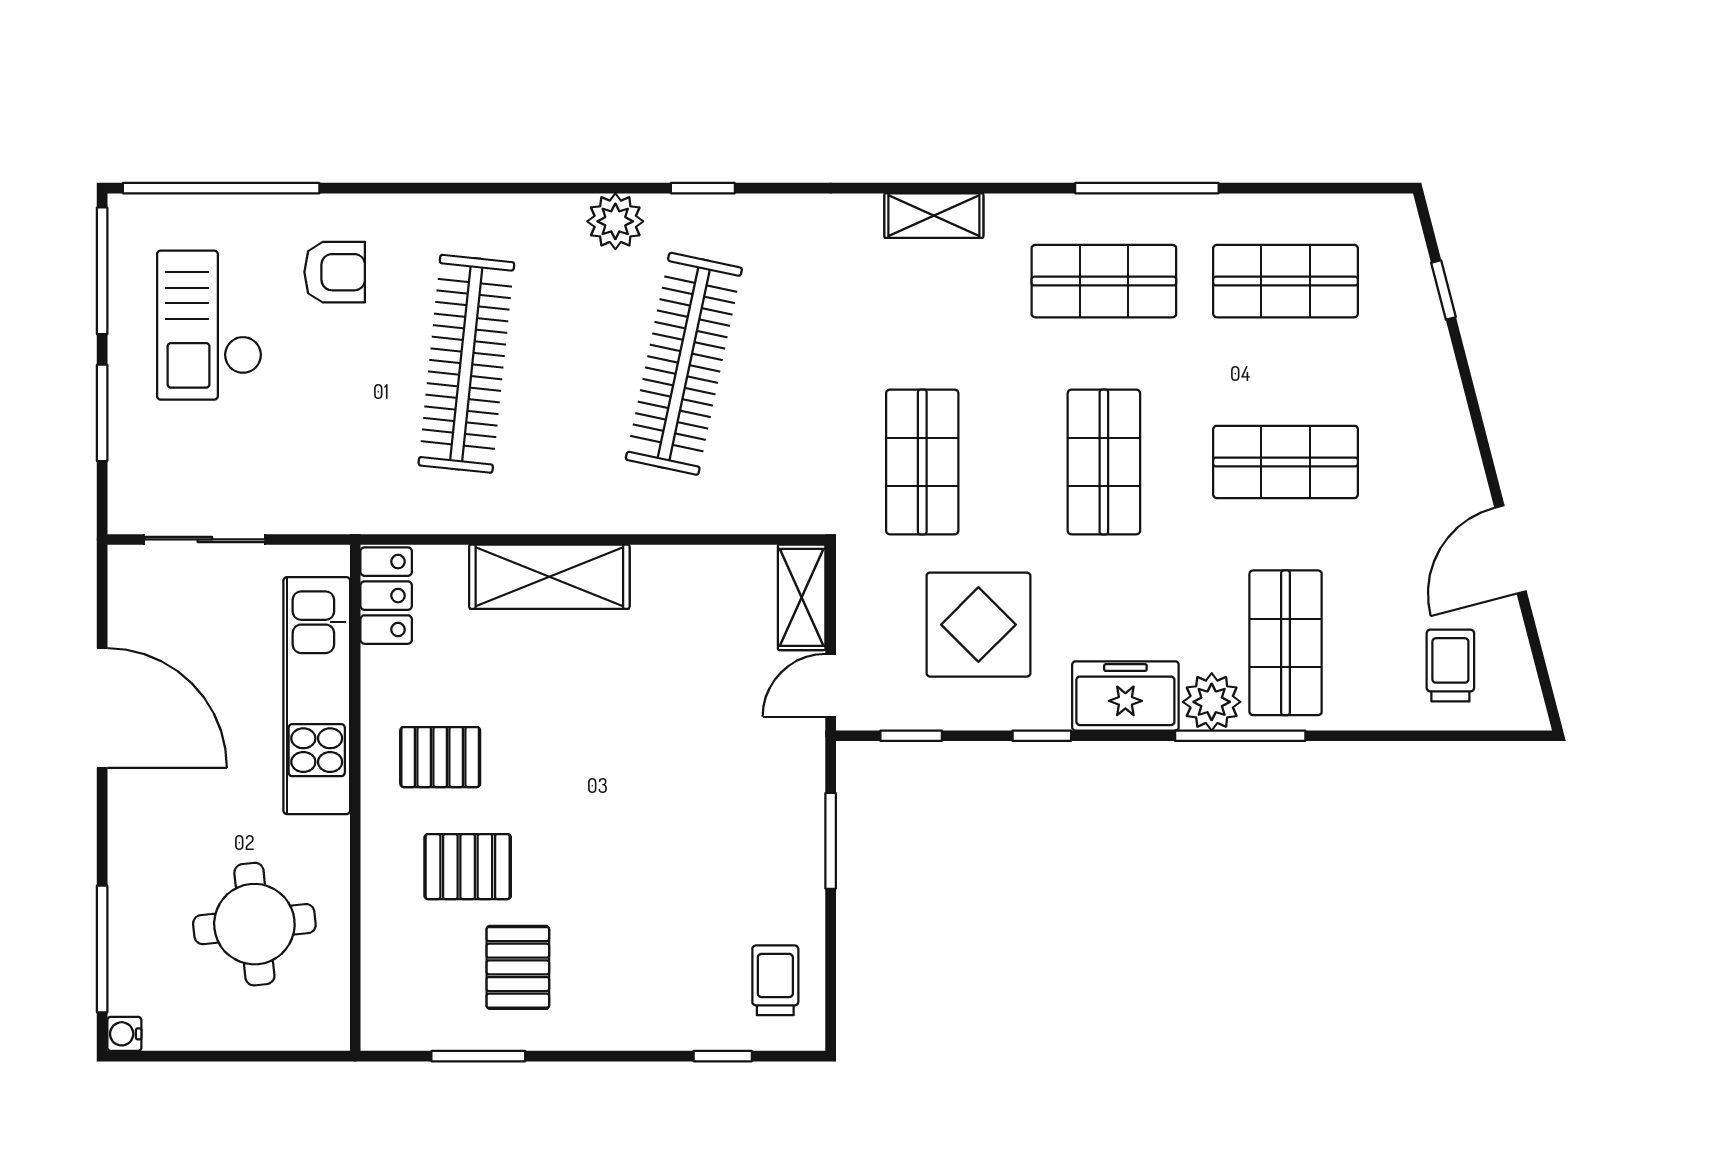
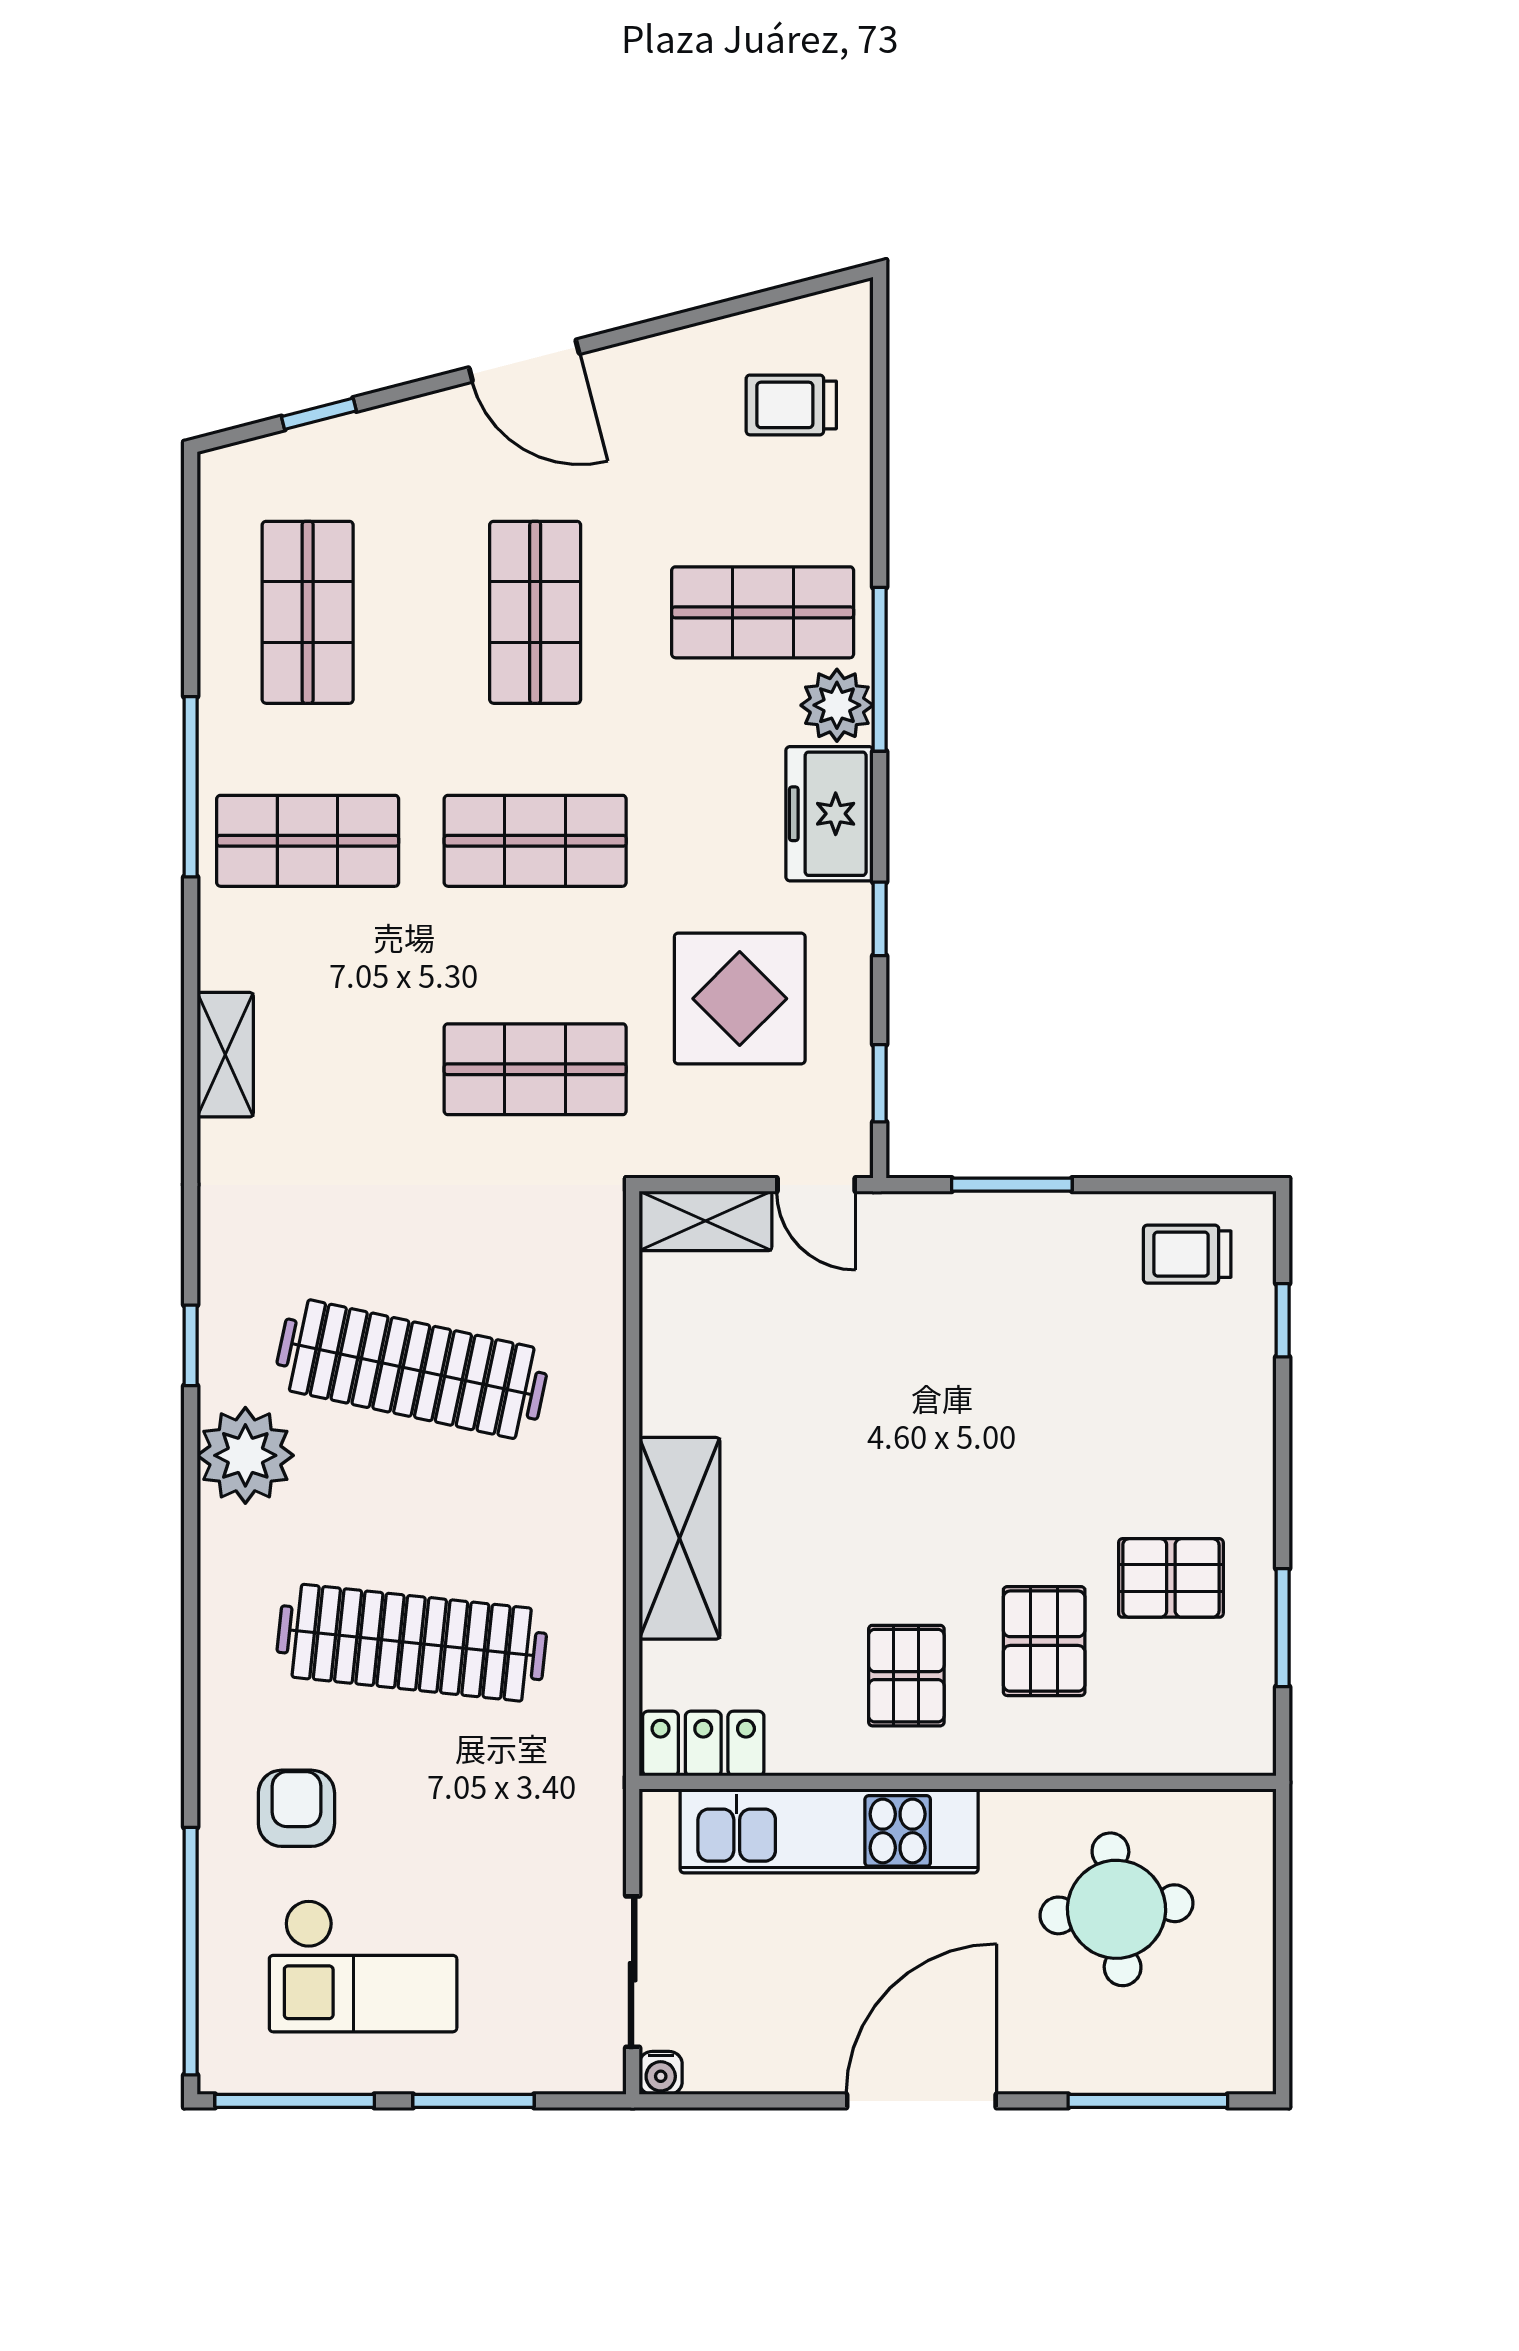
plant: (615, 221) -> (245, 1455), width x1.36, depth x1.36
shop shelf: (1104, 281) -> (308, 841), turned 90
door: (1511, 549) -> (524, 361), moved
door: (102, 708) -> (921, 2101), moved
water cooler: (124, 1034) -> (661, 2073), moved

